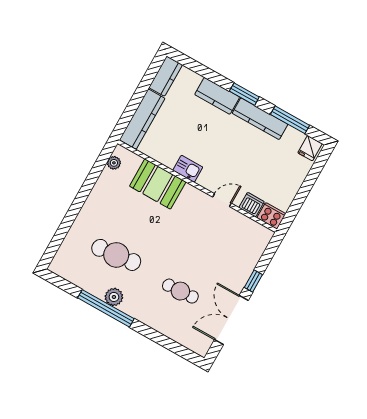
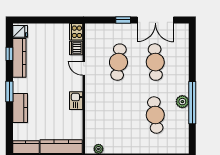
kitchen counter: (260, 119) -> (19, 58), moved
window: (290, 120) -> (9, 54), width x0.46
booth: (158, 184) -> (96, 114), removed
cafe table: (206, 246) -> (118, 62), added
cafe table: (180, 291) -> (155, 62), width x1.37, depth x1.35

